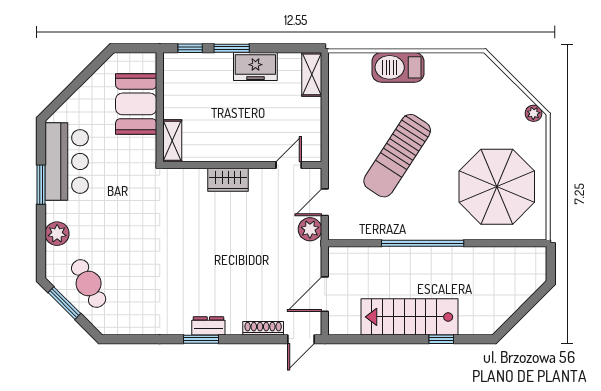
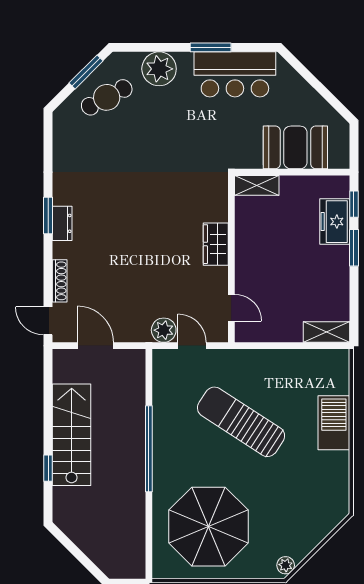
freezer: (255, 67) -> (335, 222), moved
plant: (57, 234) -> (159, 69), width x1.36, depth x1.36

